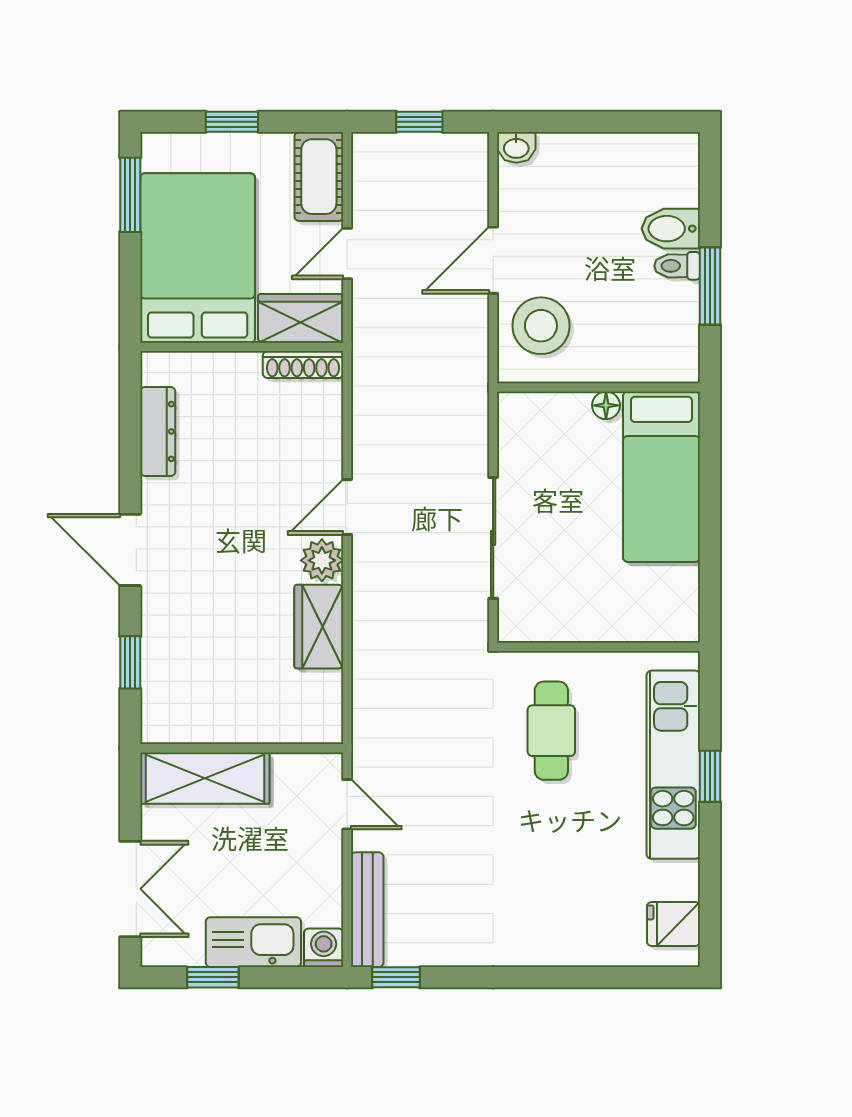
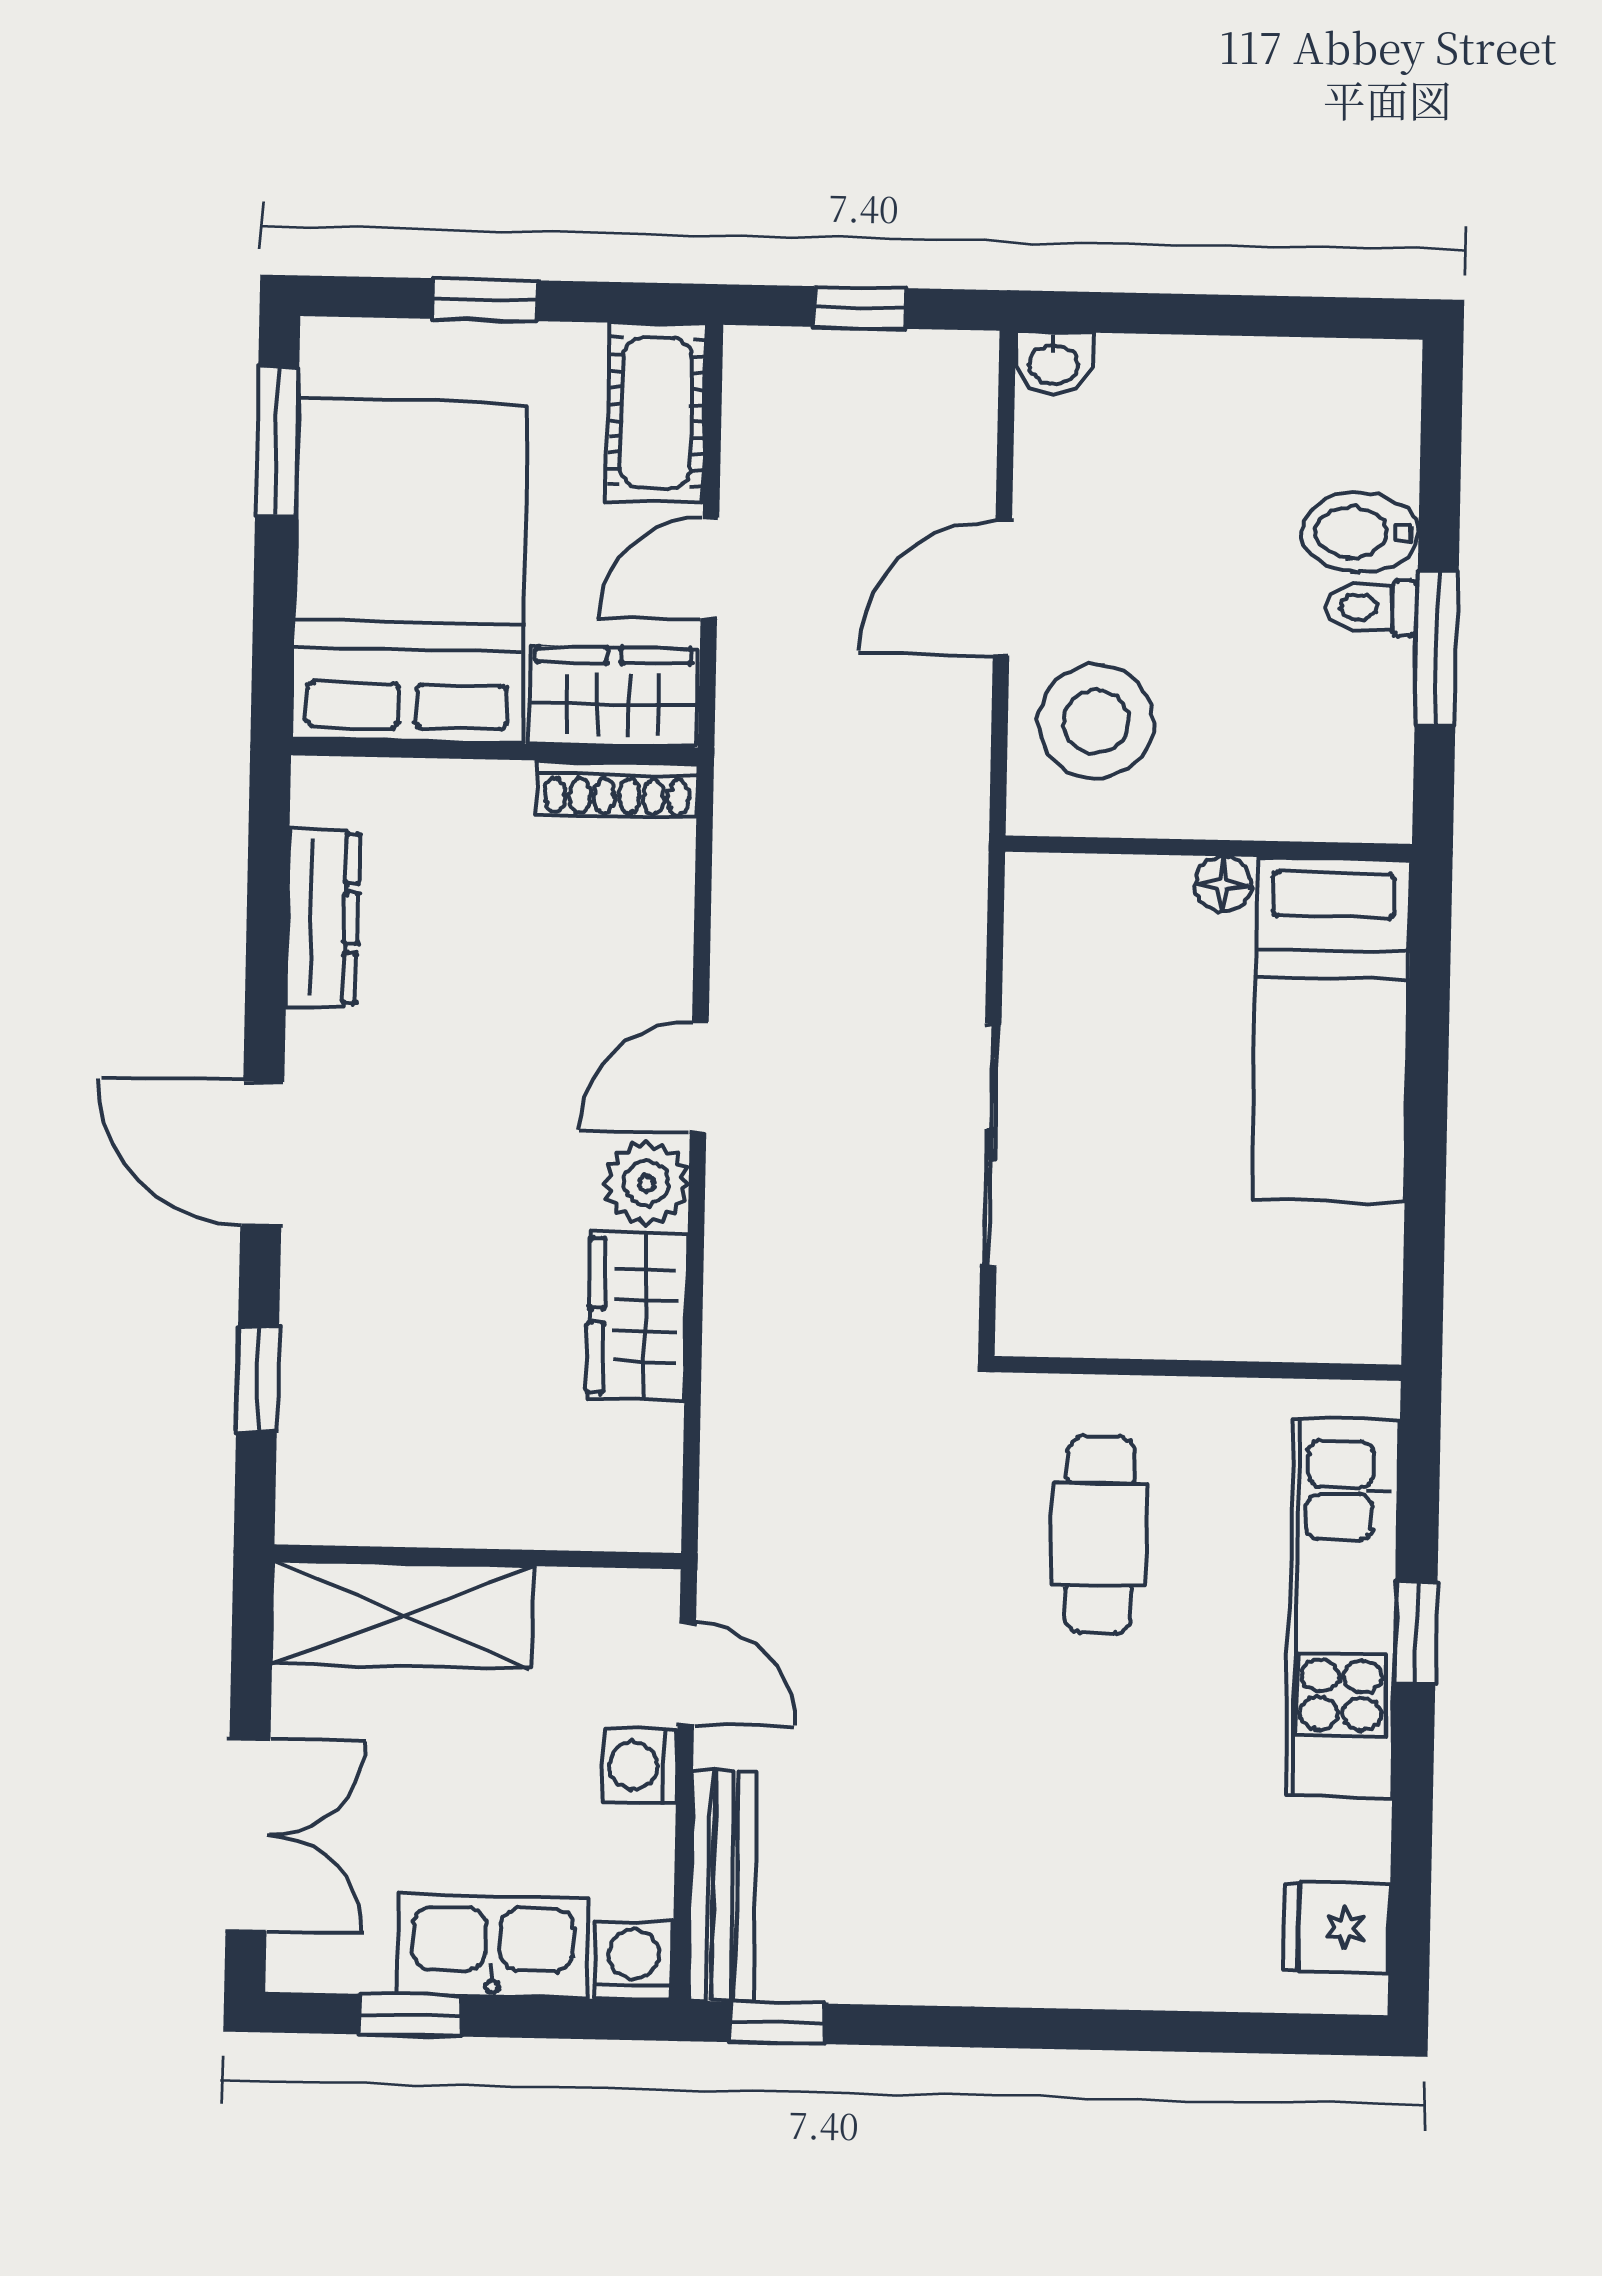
washing machine: (324, 851) -> (639, 1766), added

